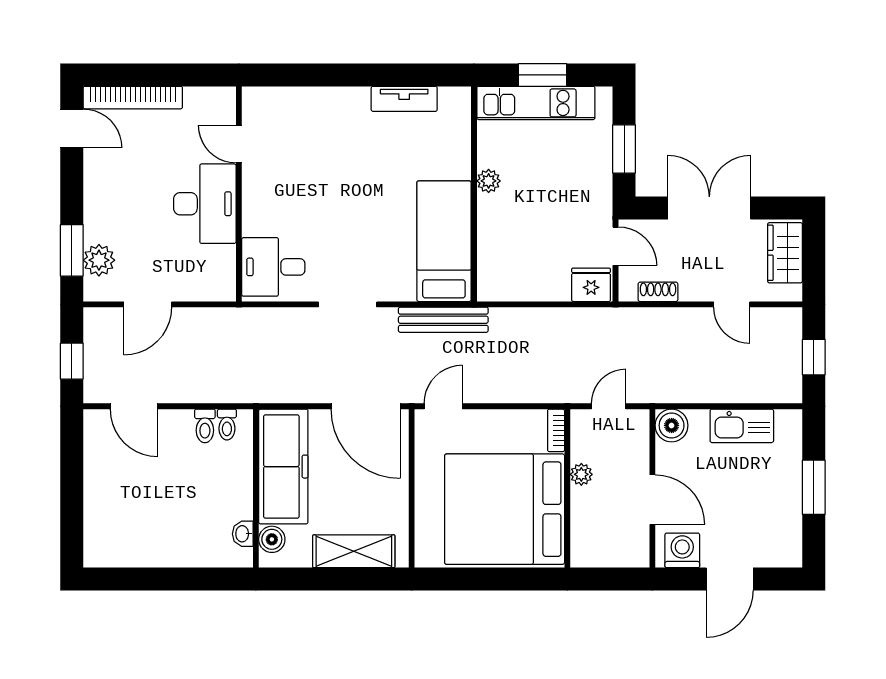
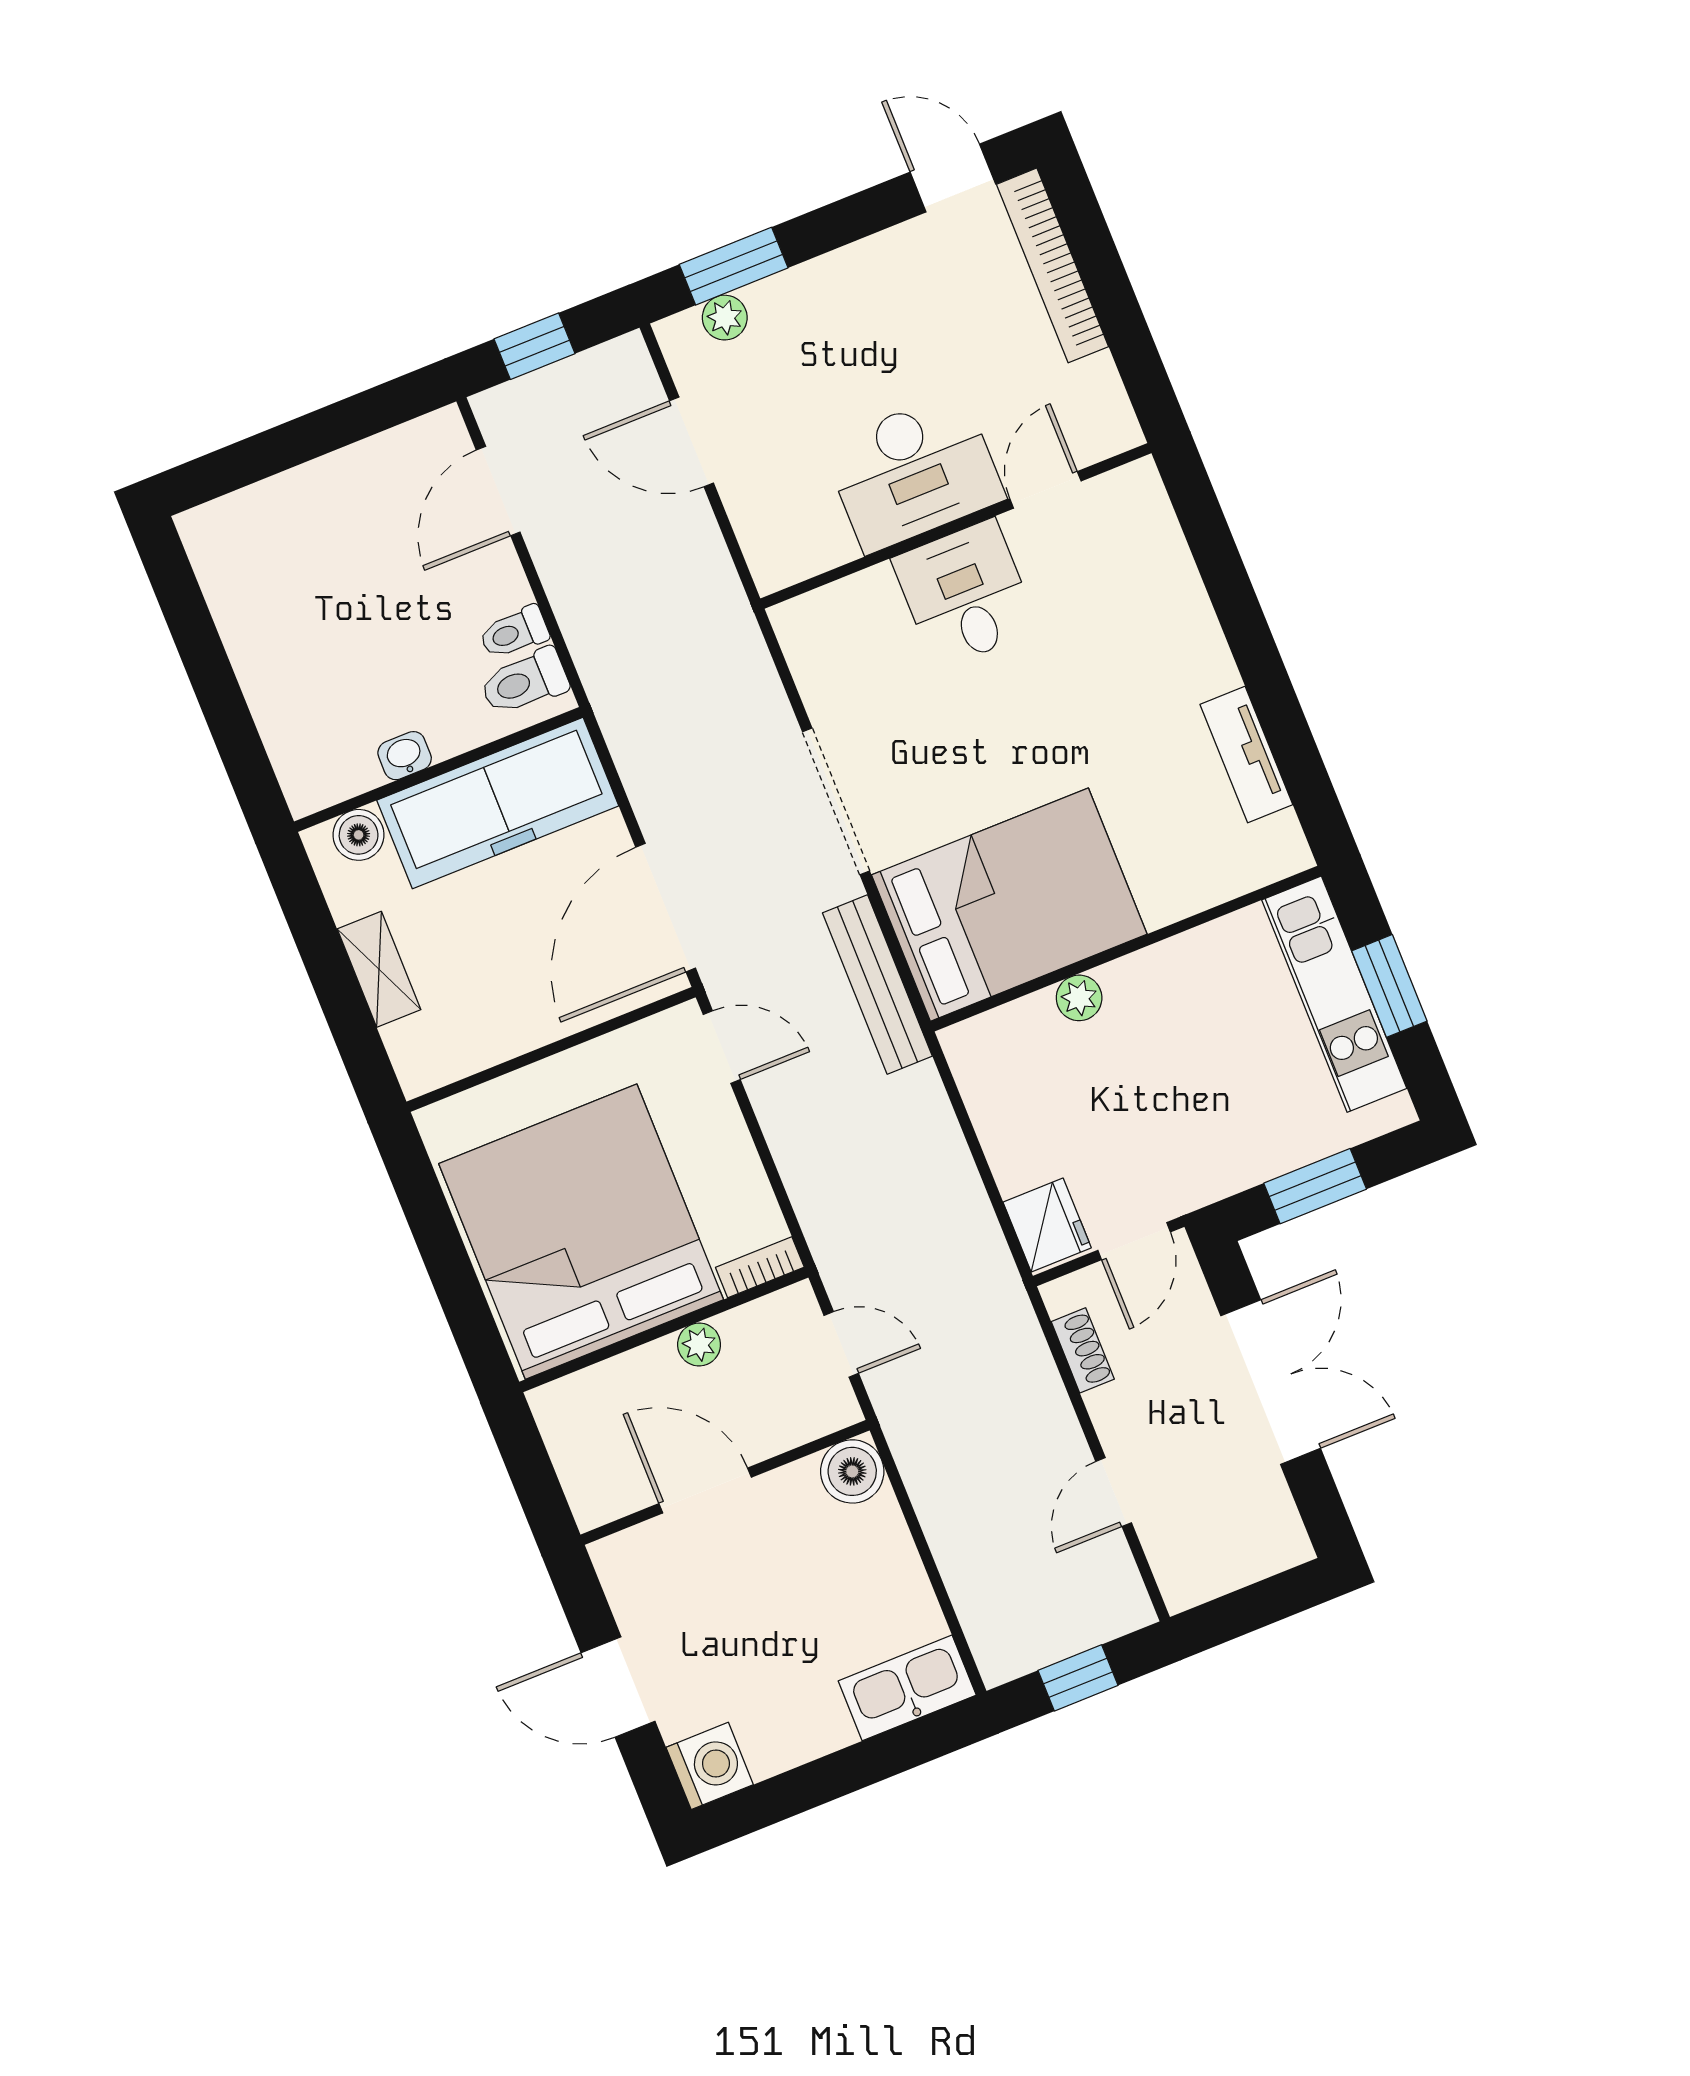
door: (72, 128) -> (953, 178), swing flipped
plant: (489, 181) -> (1079, 998), moved
bed: (444, 241) -> (1009, 905), width x1.50
wardrobe: (785, 253) -> (1245, 1551), removed
plant: (99, 260) -> (725, 318), width x0.73, depth x0.73
desk: (273, 267) -> (965, 594), moved
doorway: (348, 304) -> (836, 801), width x1.36
toilet: (227, 425) -> (524, 682), width x1.37, depth x1.39
kitchen sink: (742, 426) -> (907, 1688), moved, turned 90
window: (814, 487) -> (844, 1772), removed
door: (652, 500) -> (705, 1490), swing flipped
washbasin: (243, 534) -> (405, 756), moved
washing machine: (682, 550) -> (710, 1766), moved
shelving: (354, 551) -> (379, 969), width x0.67, depth x0.75

